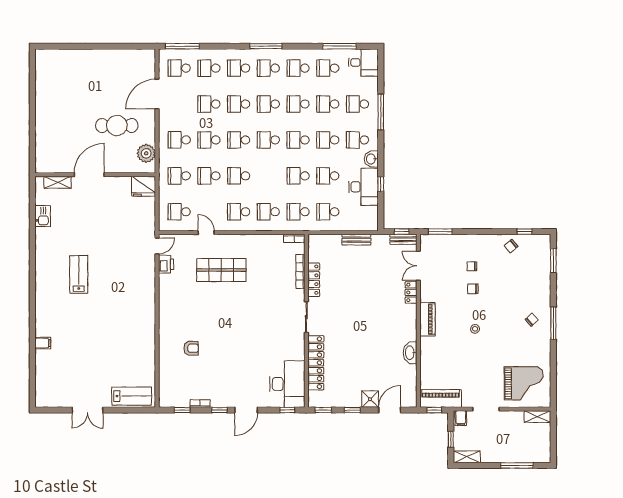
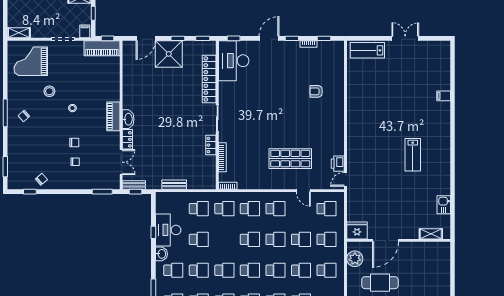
door: (89, 175) -> (386, 240), moved
school desk: (298, 176) -> (250, 239), moved
locker: (314, 280) -> (211, 145), width x0.66
stool: (502, 348) -> (49, 91), added
washbasin: (410, 353) -> (128, 119), moved
shower: (370, 399) -> (169, 54), width x1.86, depth x1.86

